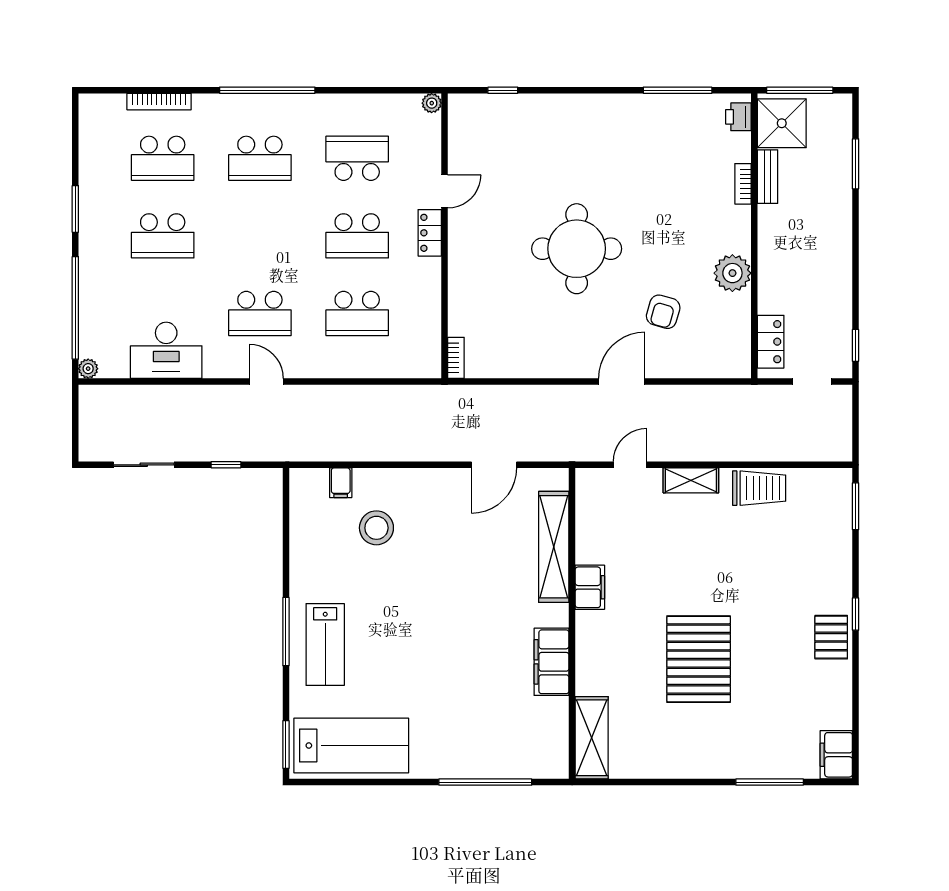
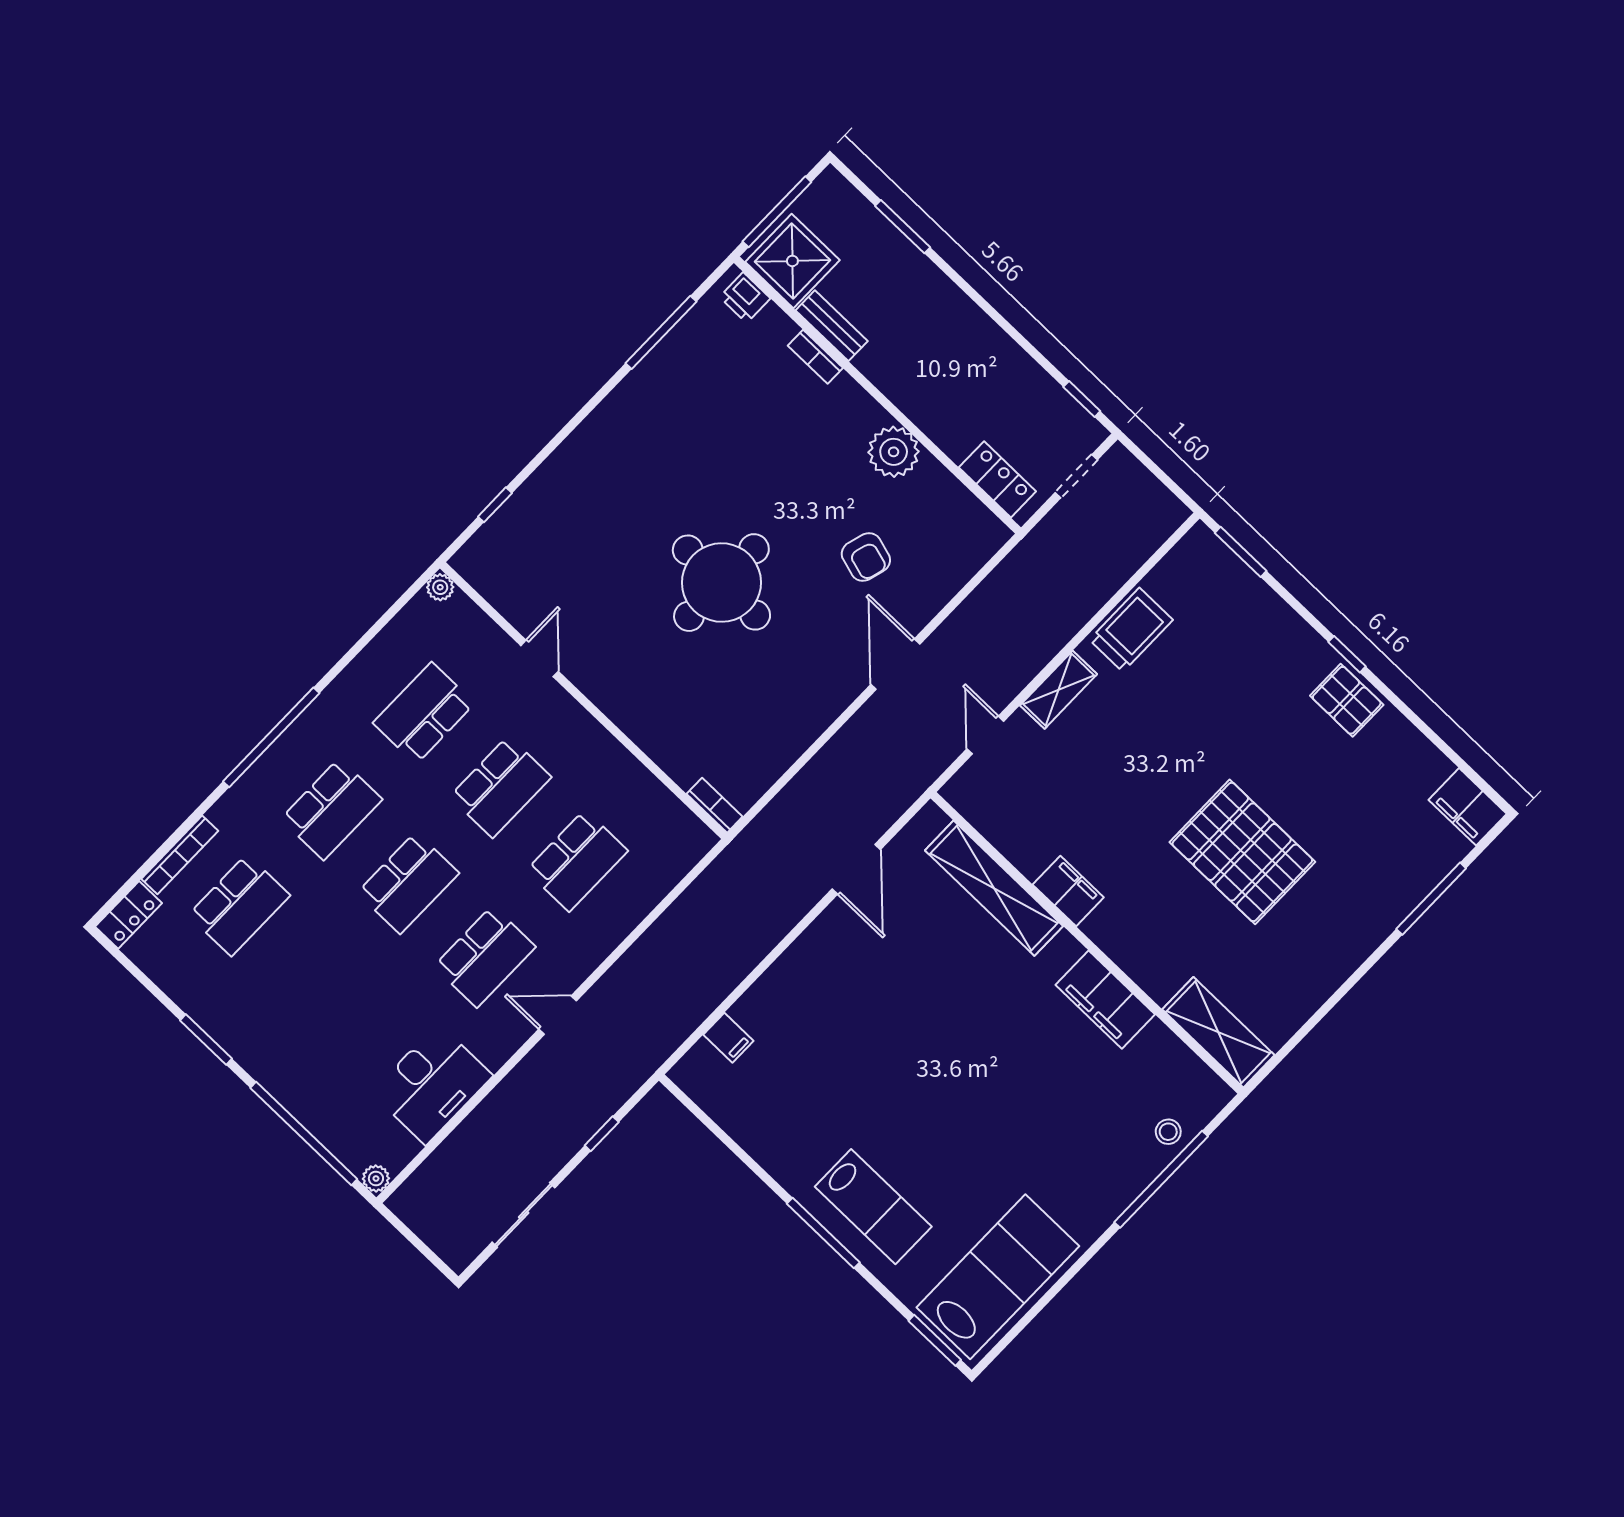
locker: (430, 233) -> (129, 915), moved, turned -90
school desk: (163, 236) -> (408, 883), moved
stool: (376, 528) -> (1168, 1132), moved, width x0.53, depth x0.53

